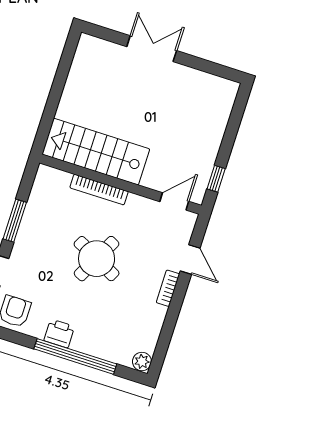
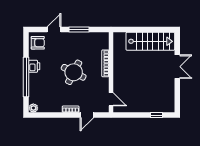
stairs: (96, 152) -> (150, 41), moved, turned 90
window: (216, 179) -> (156, 115), moved

